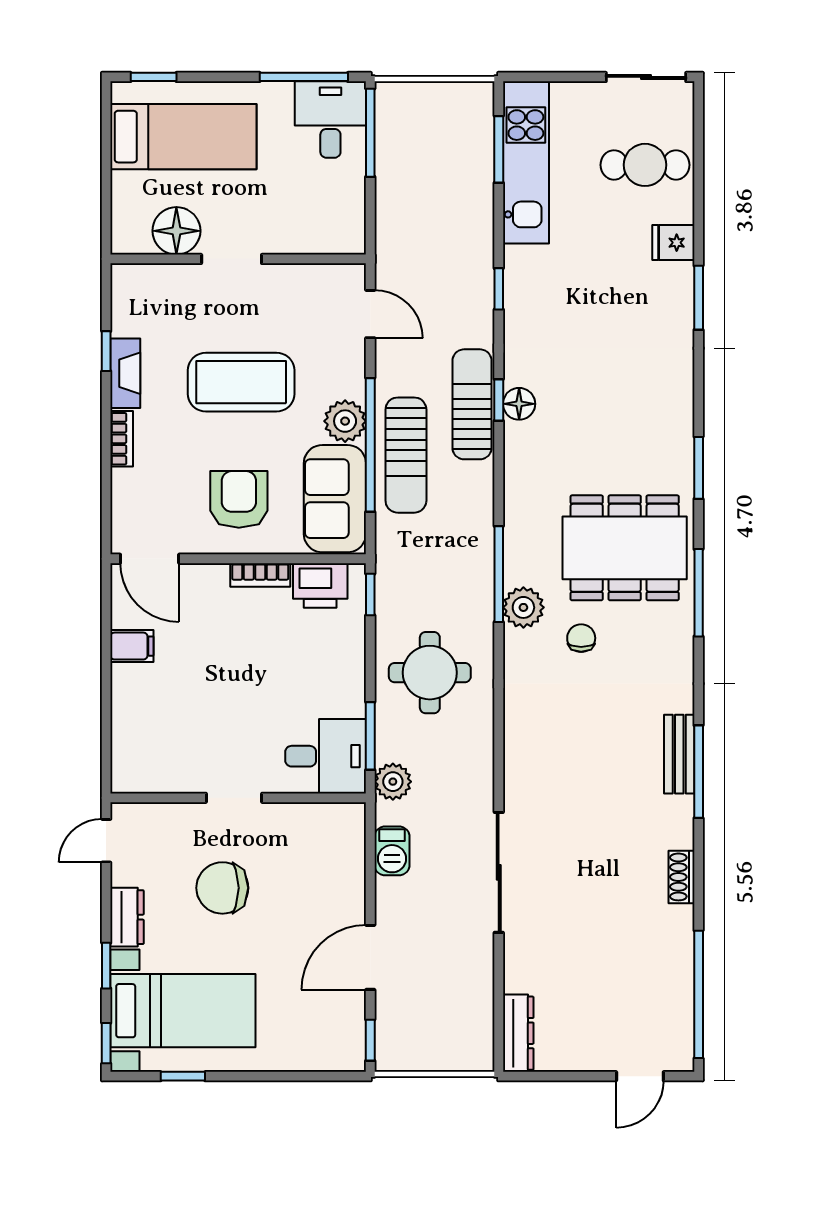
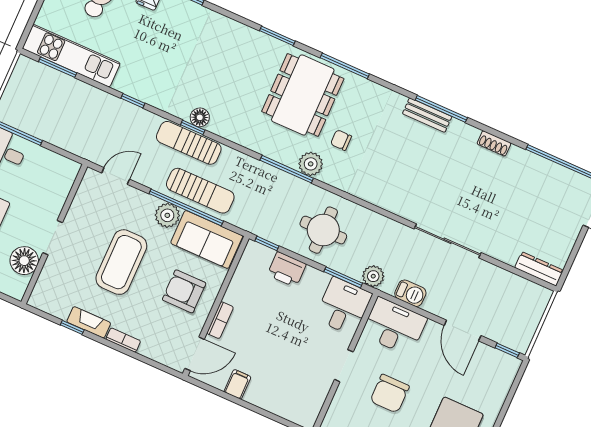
bookcase: (260, 575) -> (220, 320), moved
printer: (320, 585) -> (287, 269), moved, turned 90
desk: (329, 849) -> (394, 326), added

